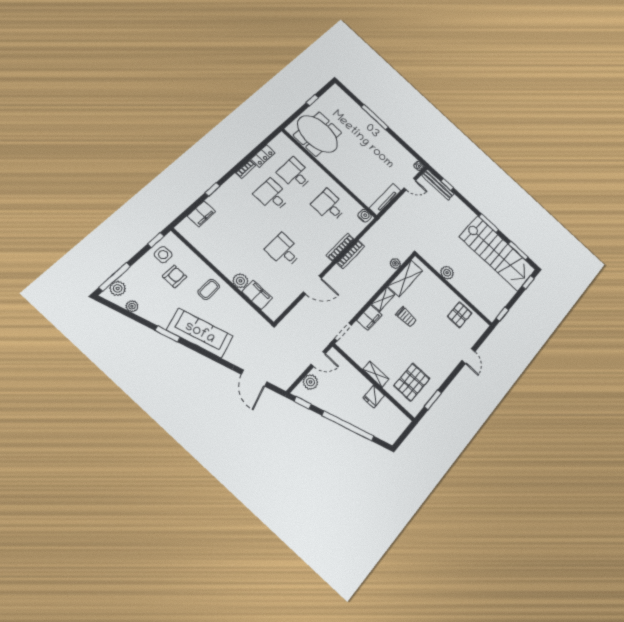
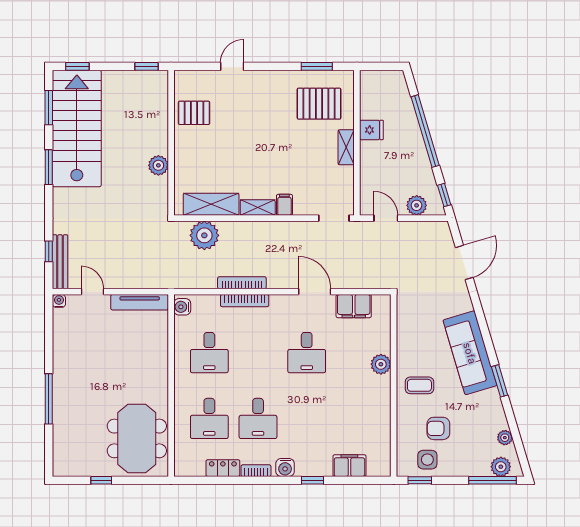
water cooler: (233, 183) -> (285, 467), added
plant: (395, 263) -> (204, 235), width x1.87, depth x1.87
filing cabinet: (257, 295) -> (354, 306), moved, turned -90
trolley: (406, 317) -> (254, 168), removed
filing cabinet: (369, 318) -> (284, 205), width x0.50

